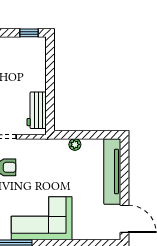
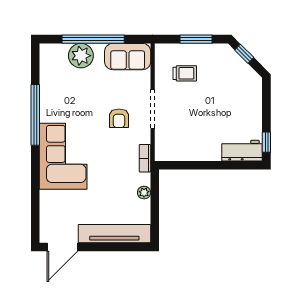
workbench: (37, 110) -> (242, 151), moved
bookcase: (44, 144) -> (145, 158), added

